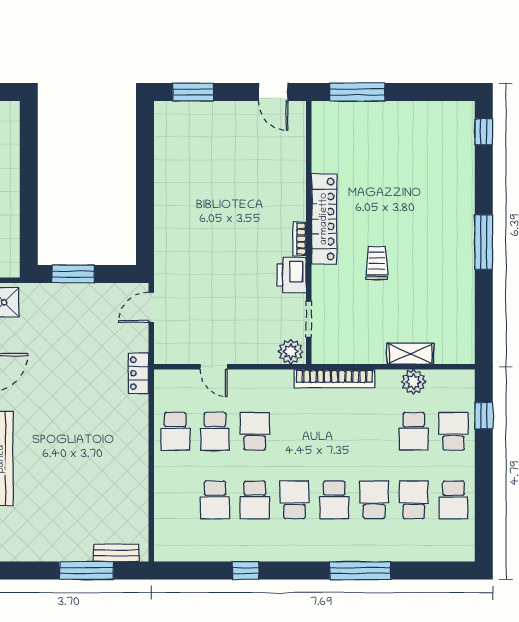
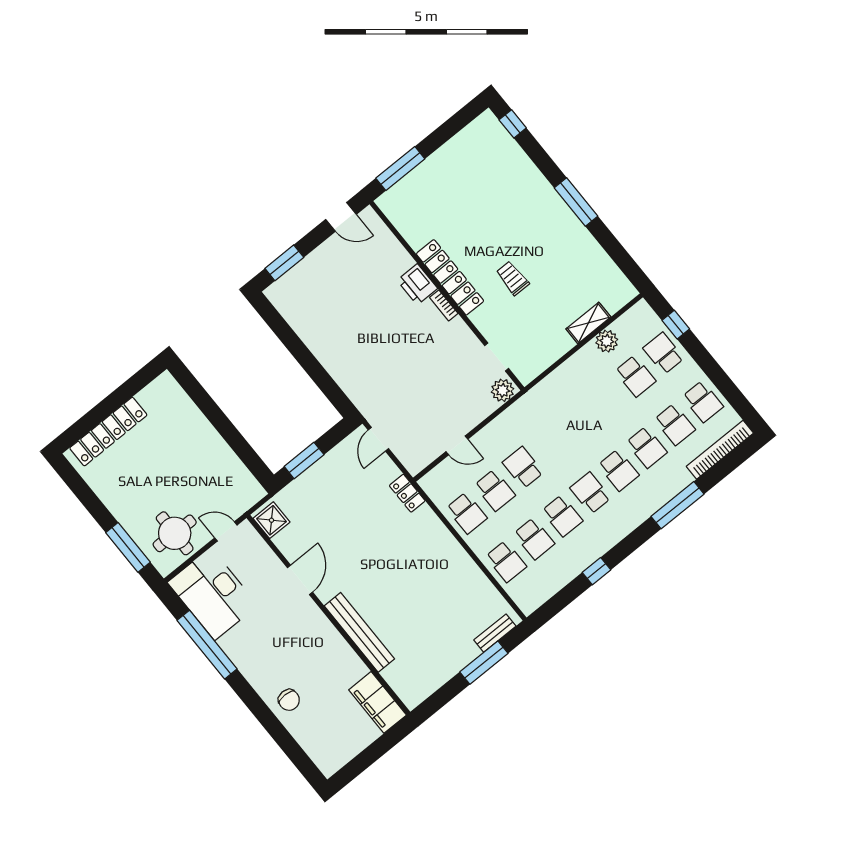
printer: (291, 275) -> (417, 284), moved
bookcase: (334, 379) -> (720, 450), moved, turned 180
school desk: (175, 500) -> (506, 562), added
school desk: (374, 500) -> (647, 447), turned 180
school desk: (414, 500) -> (675, 424), turned 180

